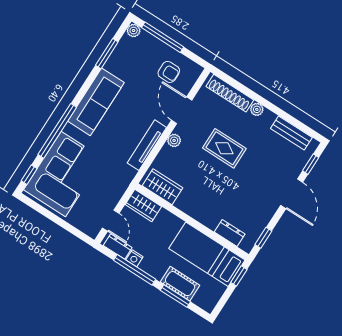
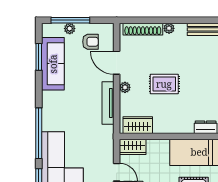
plant: (134, 31) -> (70, 29), moved
sofa: (96, 102) -> (53, 64), moved
rug: (224, 148) -> (164, 84), moved

